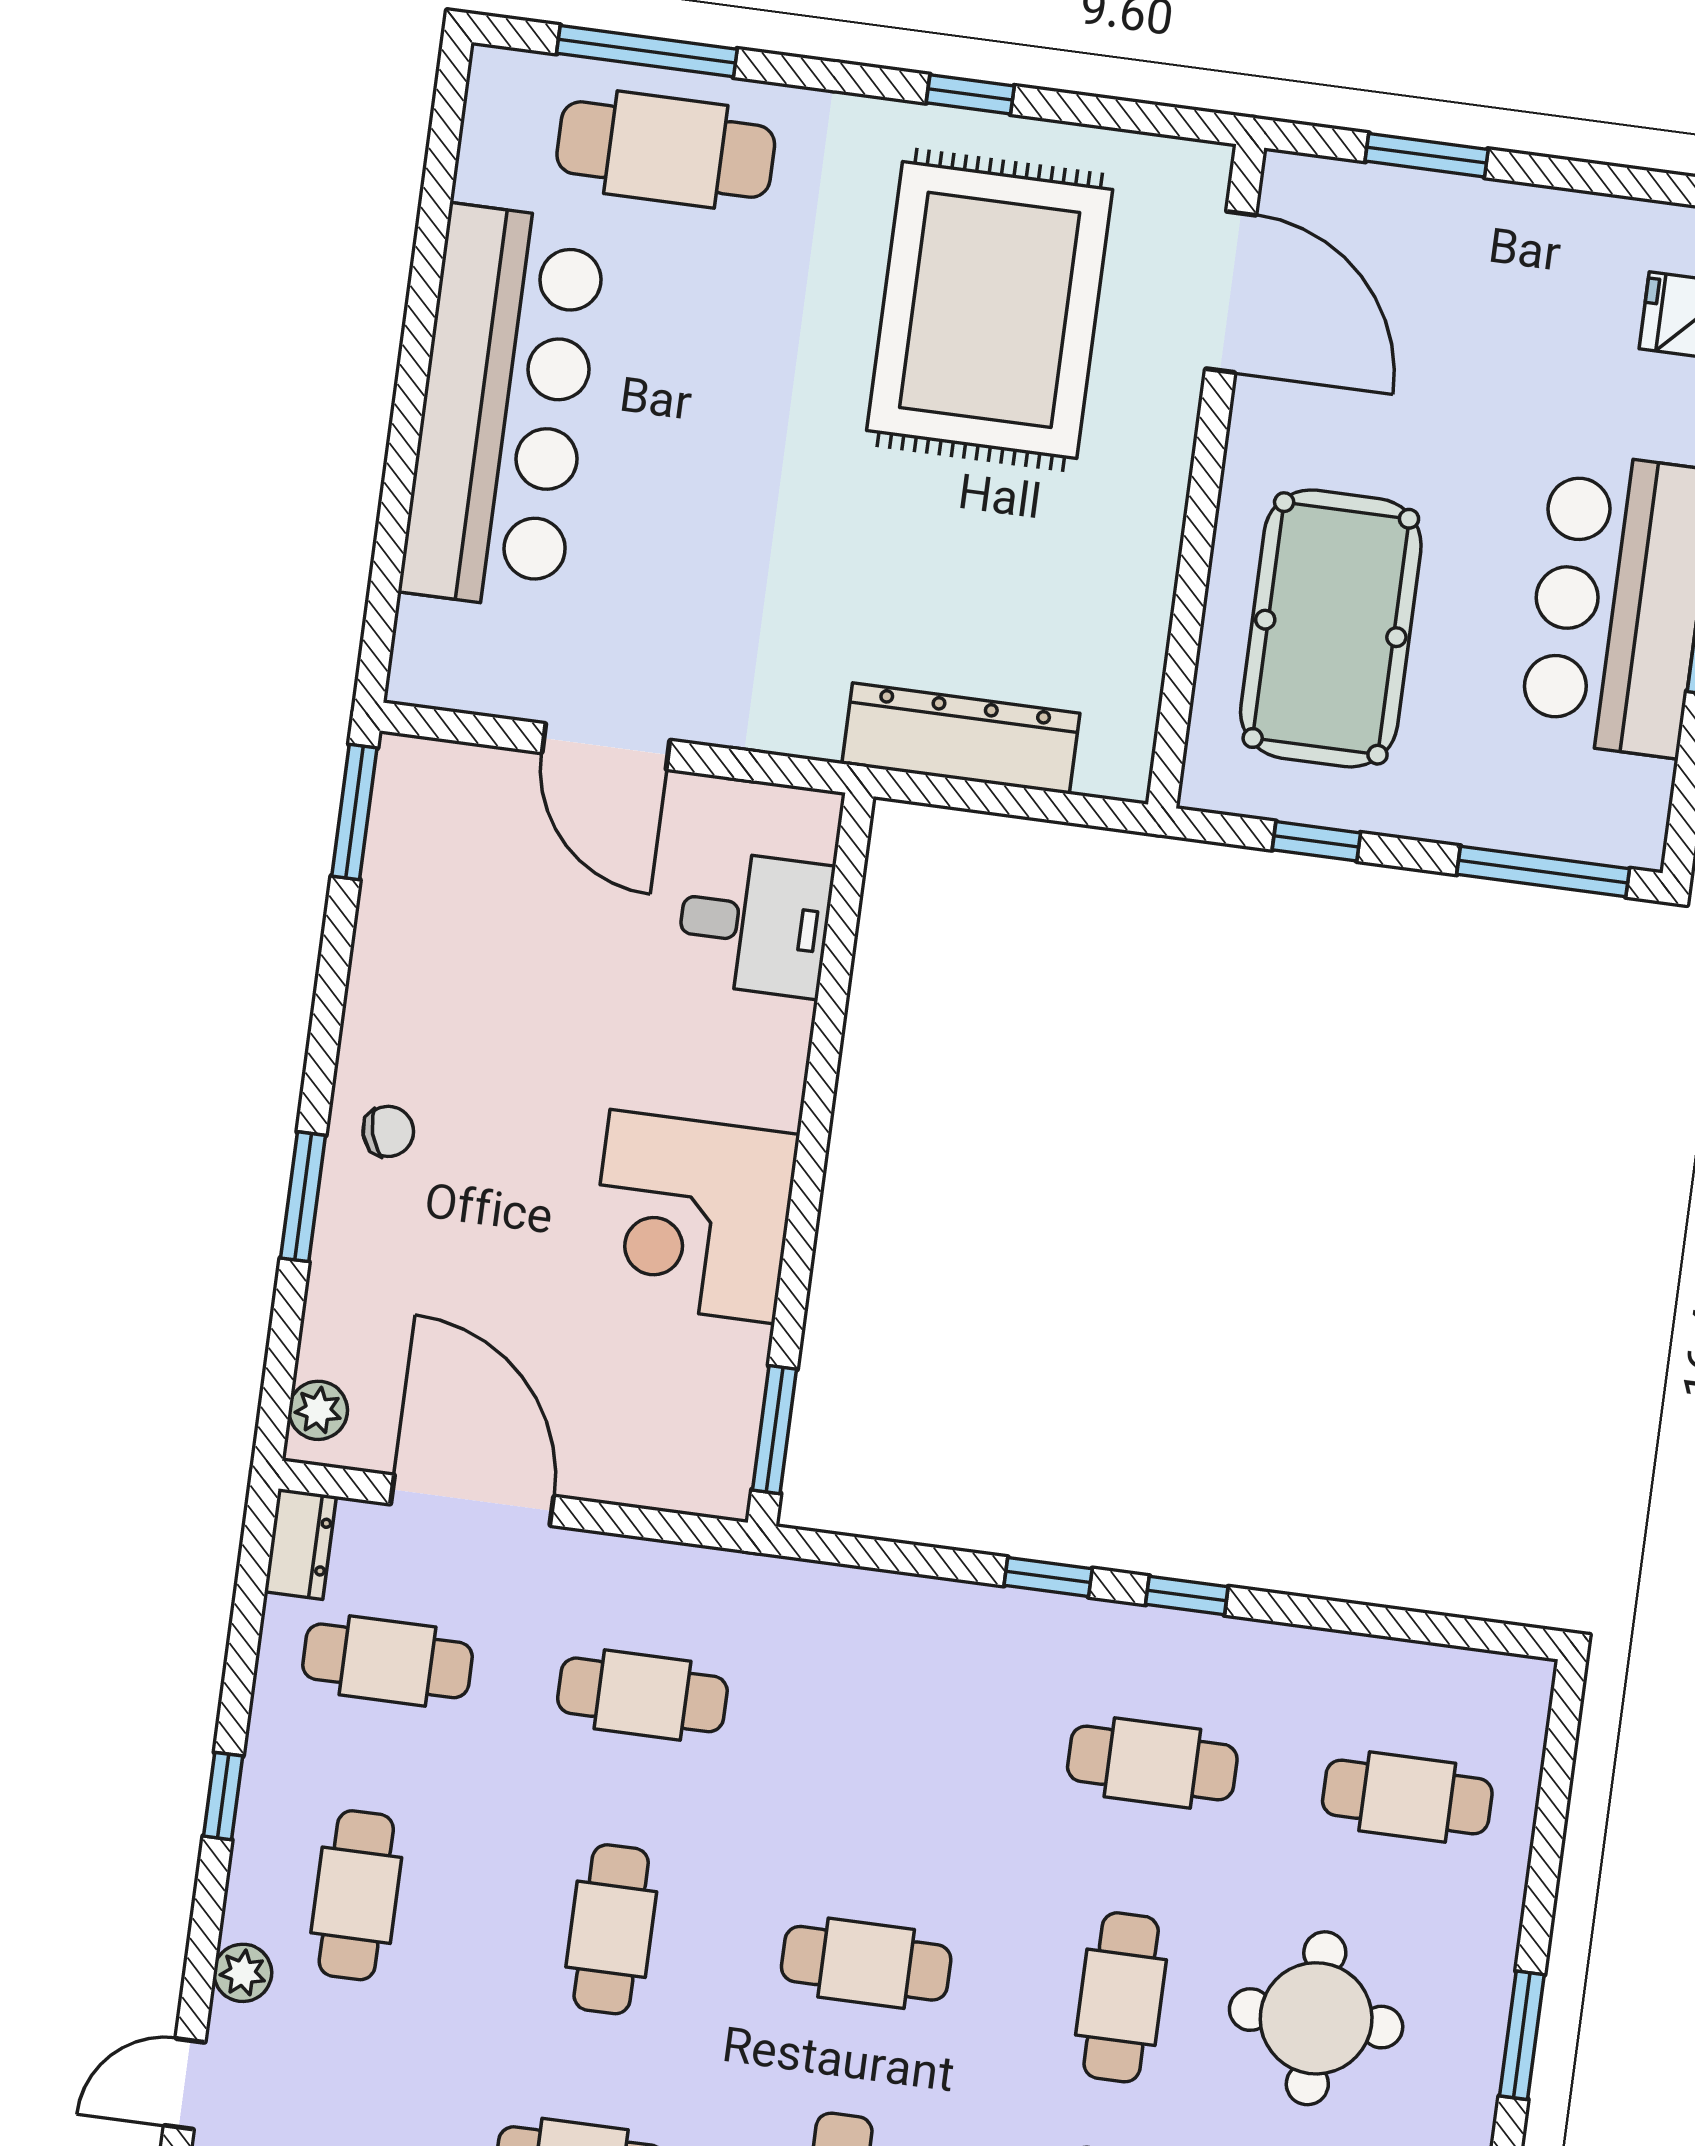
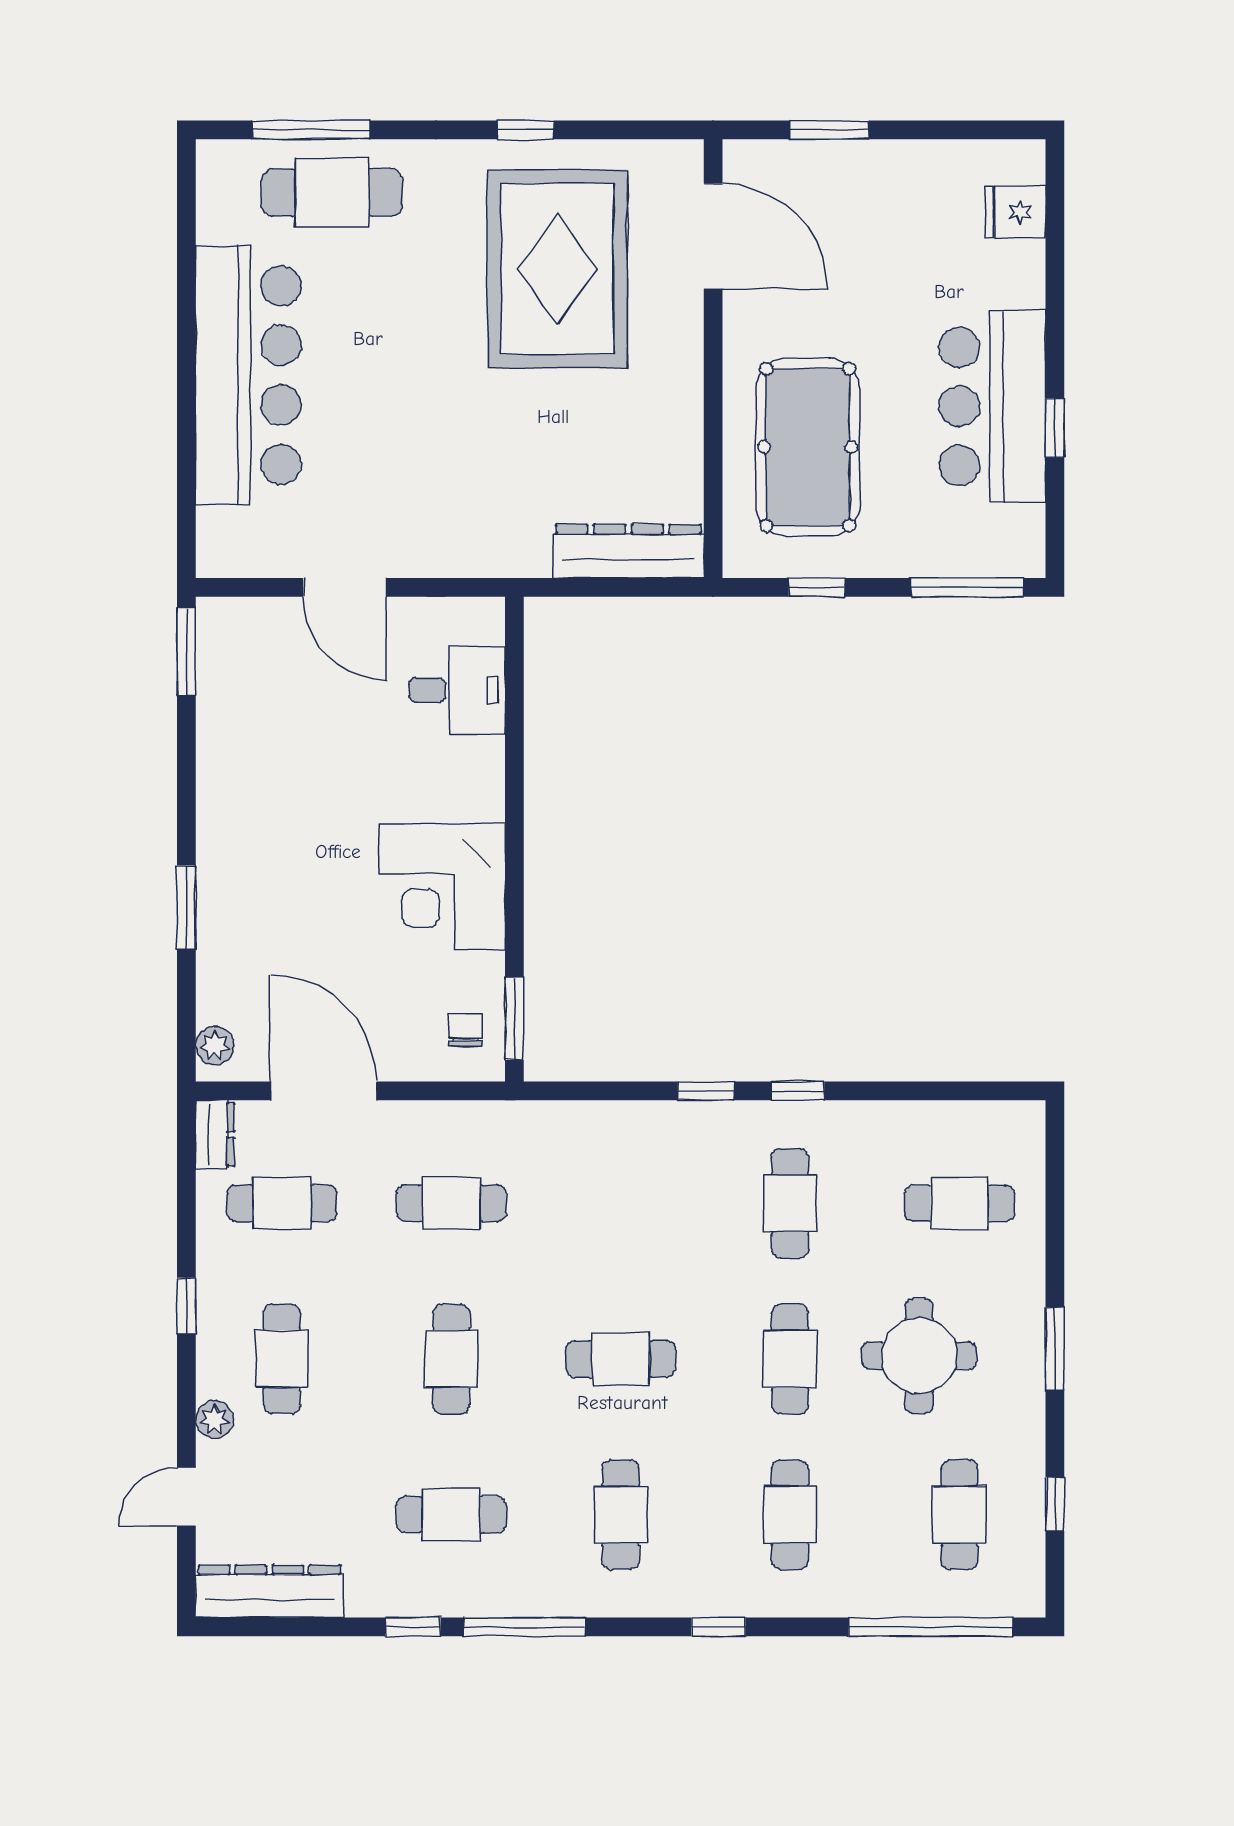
dresser: (961, 738) -> (628, 551), moved
chair: (388, 1131) -> (465, 1030), moved, turned -74
cafe table: (1152, 1763) -> (790, 1203), turned 90

